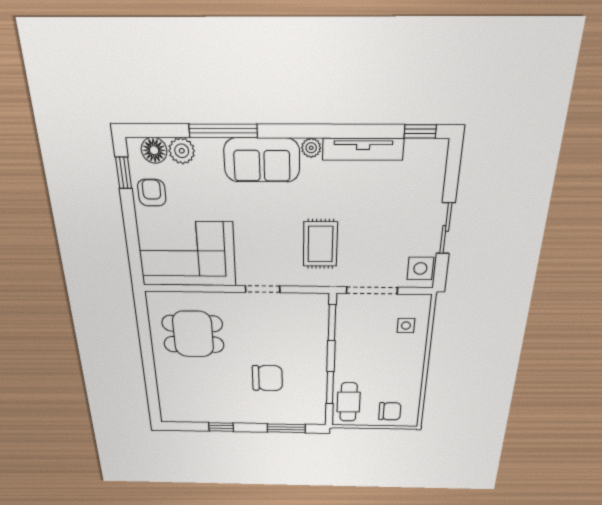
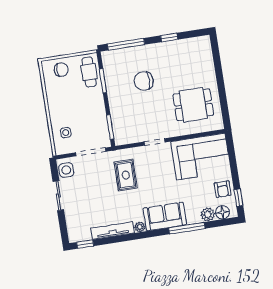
chair: (390, 411) -> (61, 70), turned 180
window: (286, 428) -> (126, 44), width x1.44

